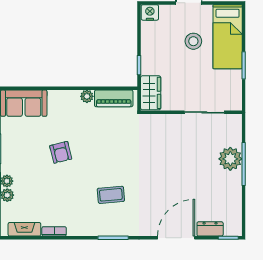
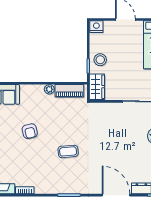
stool: (193, 41) -> (100, 60), moved
coffee table: (111, 195) -> (68, 151), moved
door: (176, 238) -> (116, 195), hinge flipped

